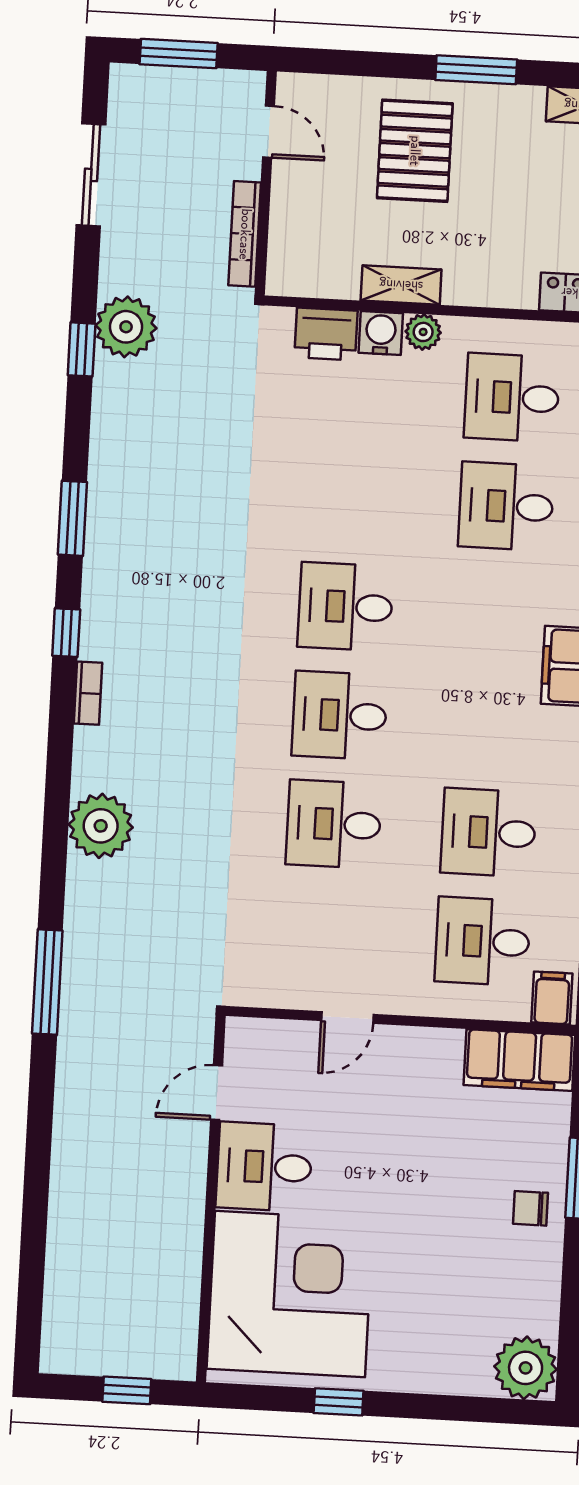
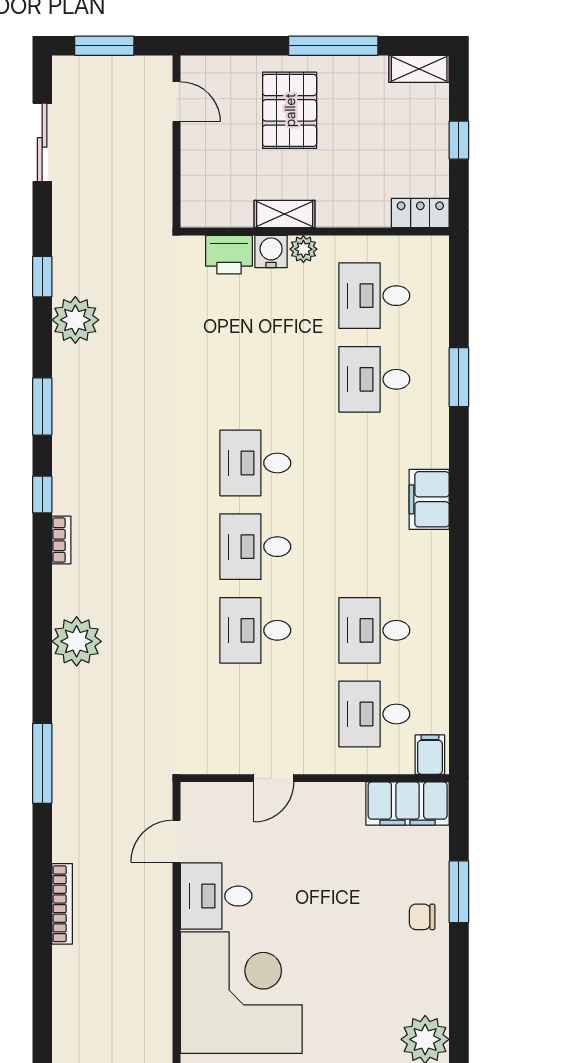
window: (476, 70) -> (333, 46), width x1.44
bookcase: (245, 234) -> (62, 904), moved, turned 180
plant: (126, 327) -> (75, 320), moved

